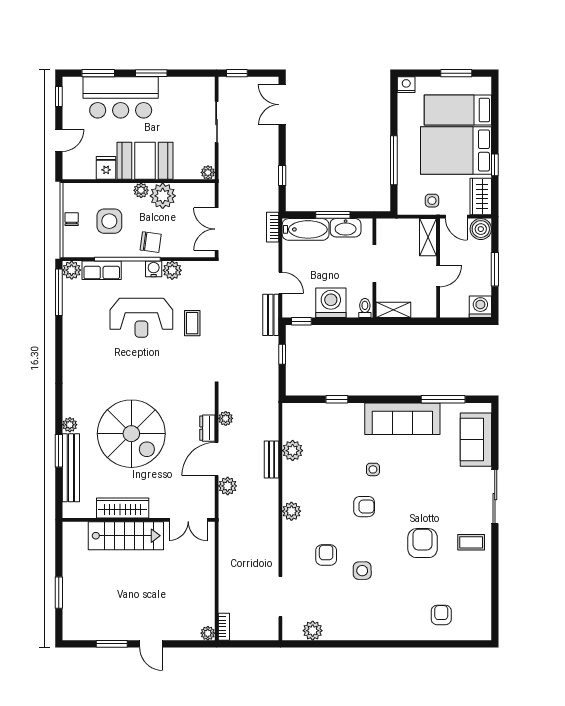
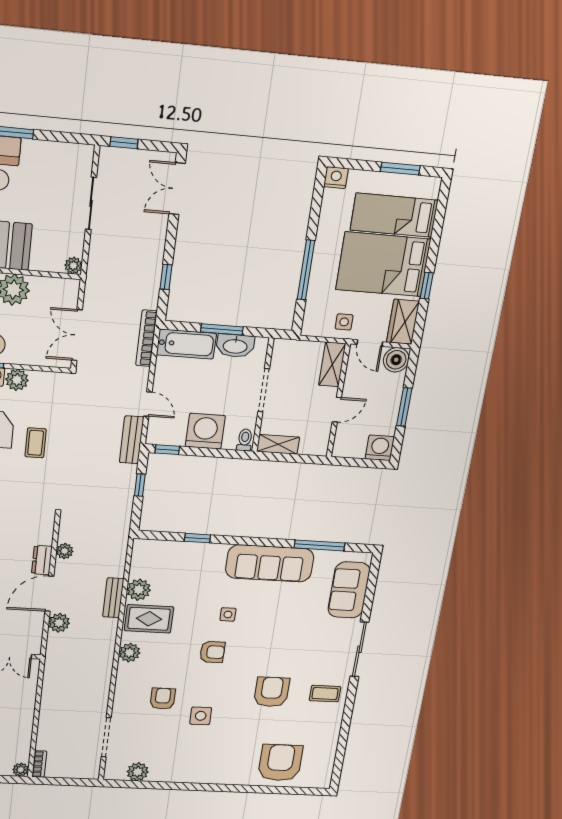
bookcase: (273, 227) -> (146, 338), width x1.56
rug: (305, 478) -> (149, 619), added
armchair: (441, 615) -> (280, 763), width x1.88, depth x1.88

